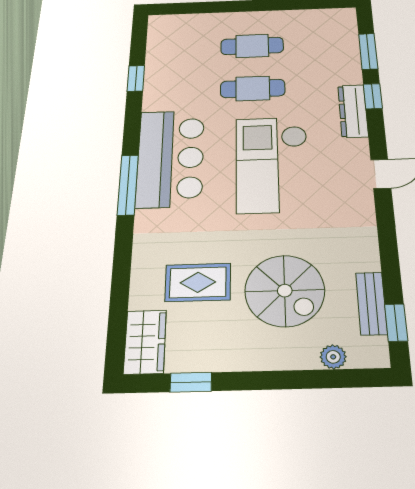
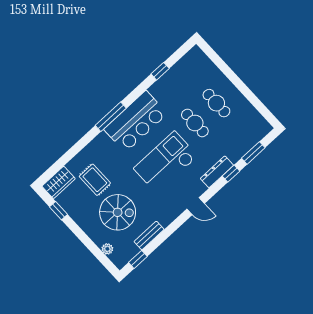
spiral stairs: (285, 291) -> (118, 212), turned -90
bench: (371, 303) -> (149, 235), moved

